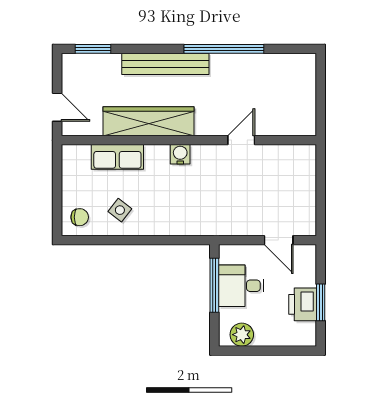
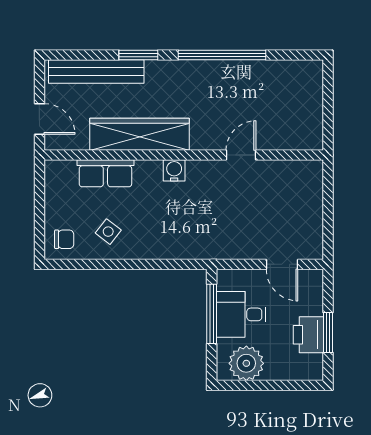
window: (93, 49) -> (138, 55), moved
bench: (165, 64) -> (96, 72), moved
plant: (242, 335) -> (246, 363), width x1.36, depth x1.36

